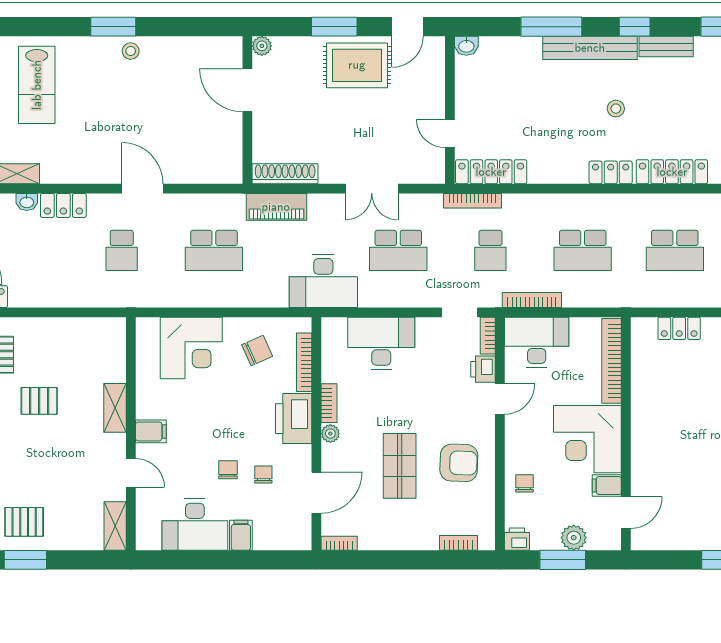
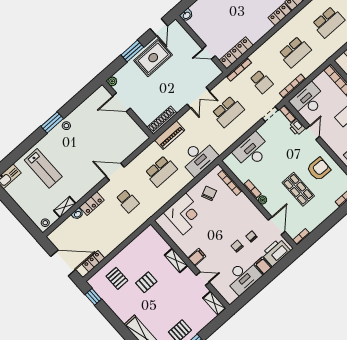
desk: (323, 281) -> (199, 157), moved
printer: (294, 419) -> (276, 252), moved, turned 90

